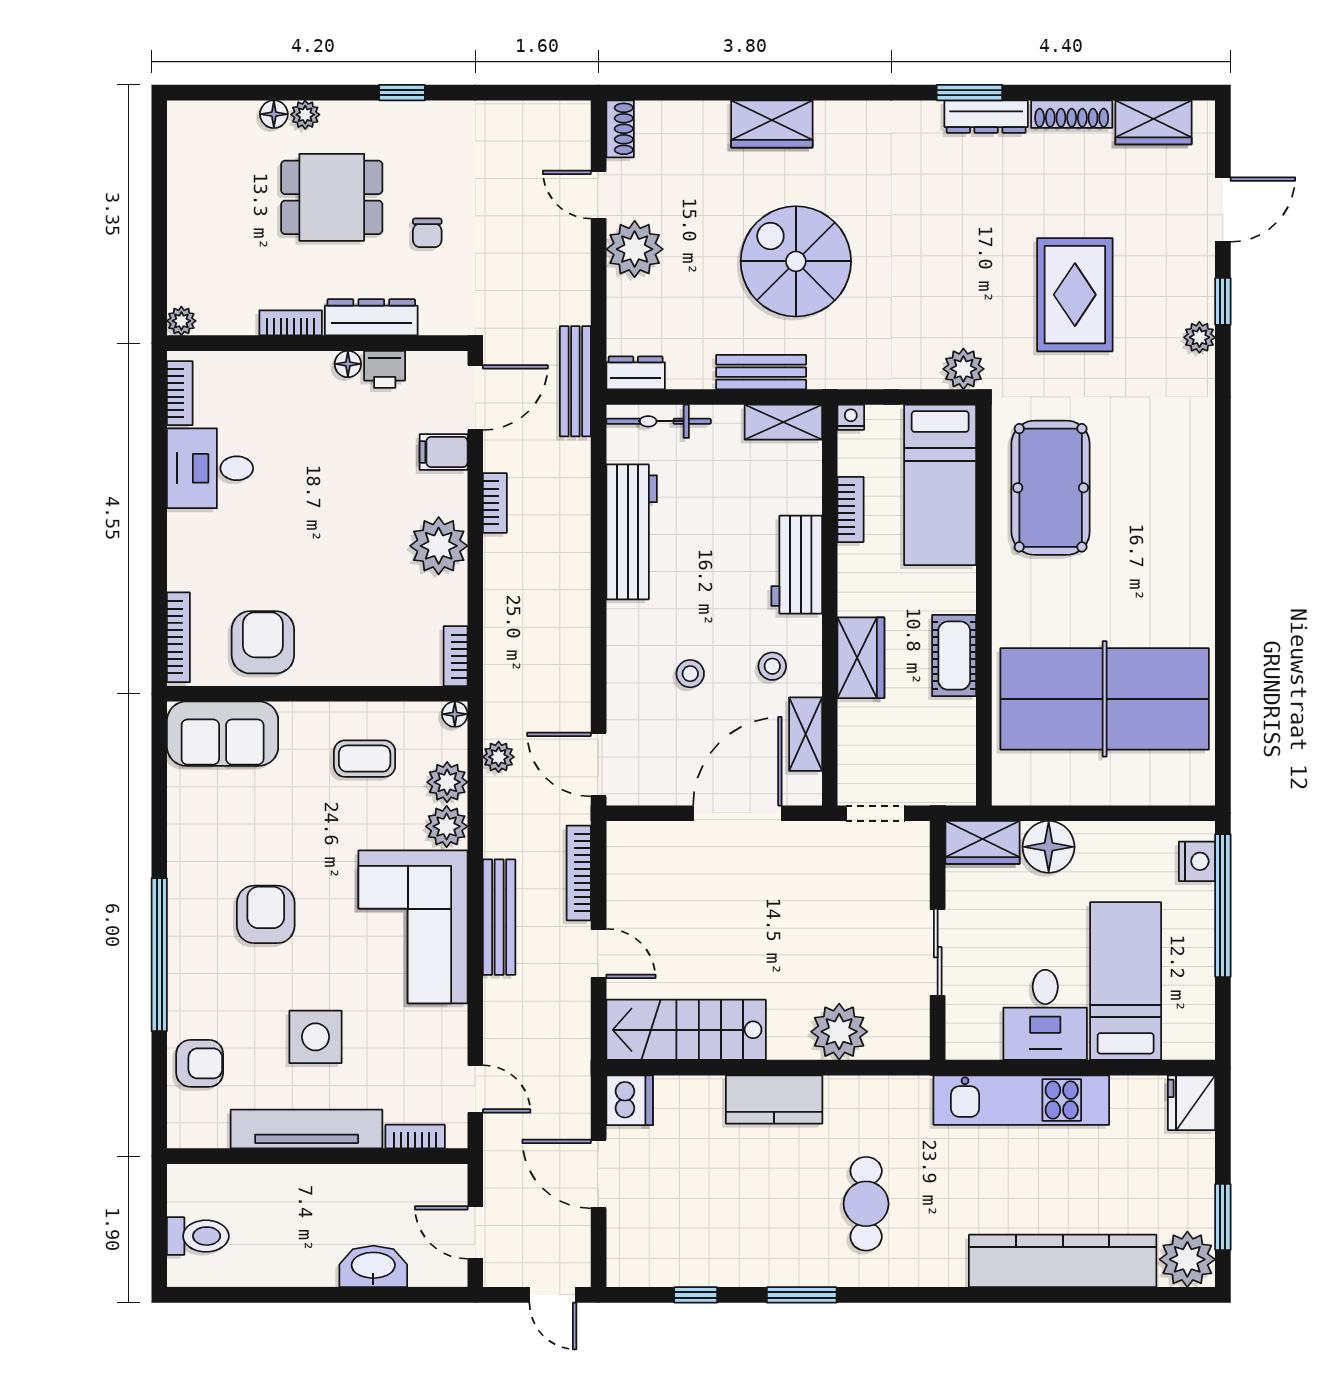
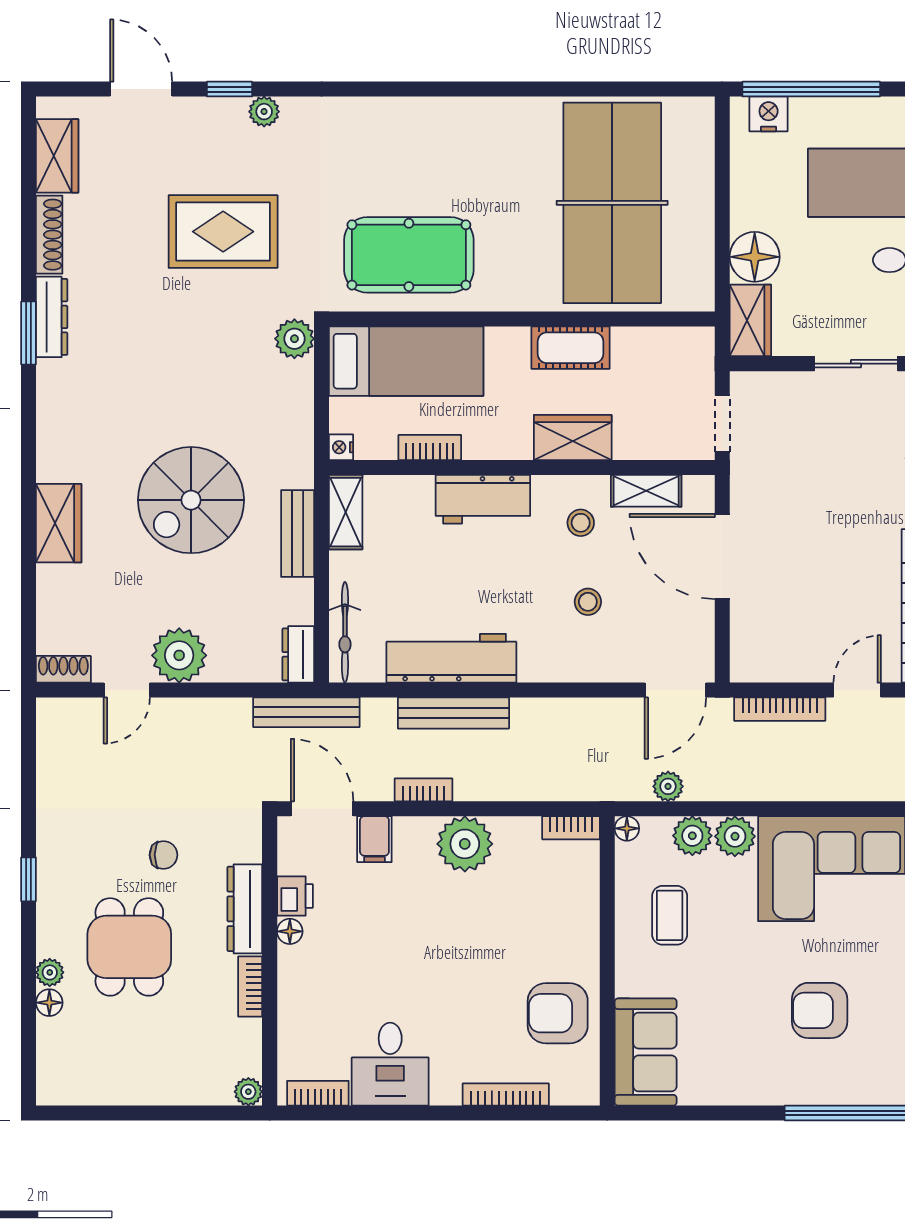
bookcase: (178, 637) -> (506, 1095), moved
bench: (499, 917) -> (453, 713), moved

